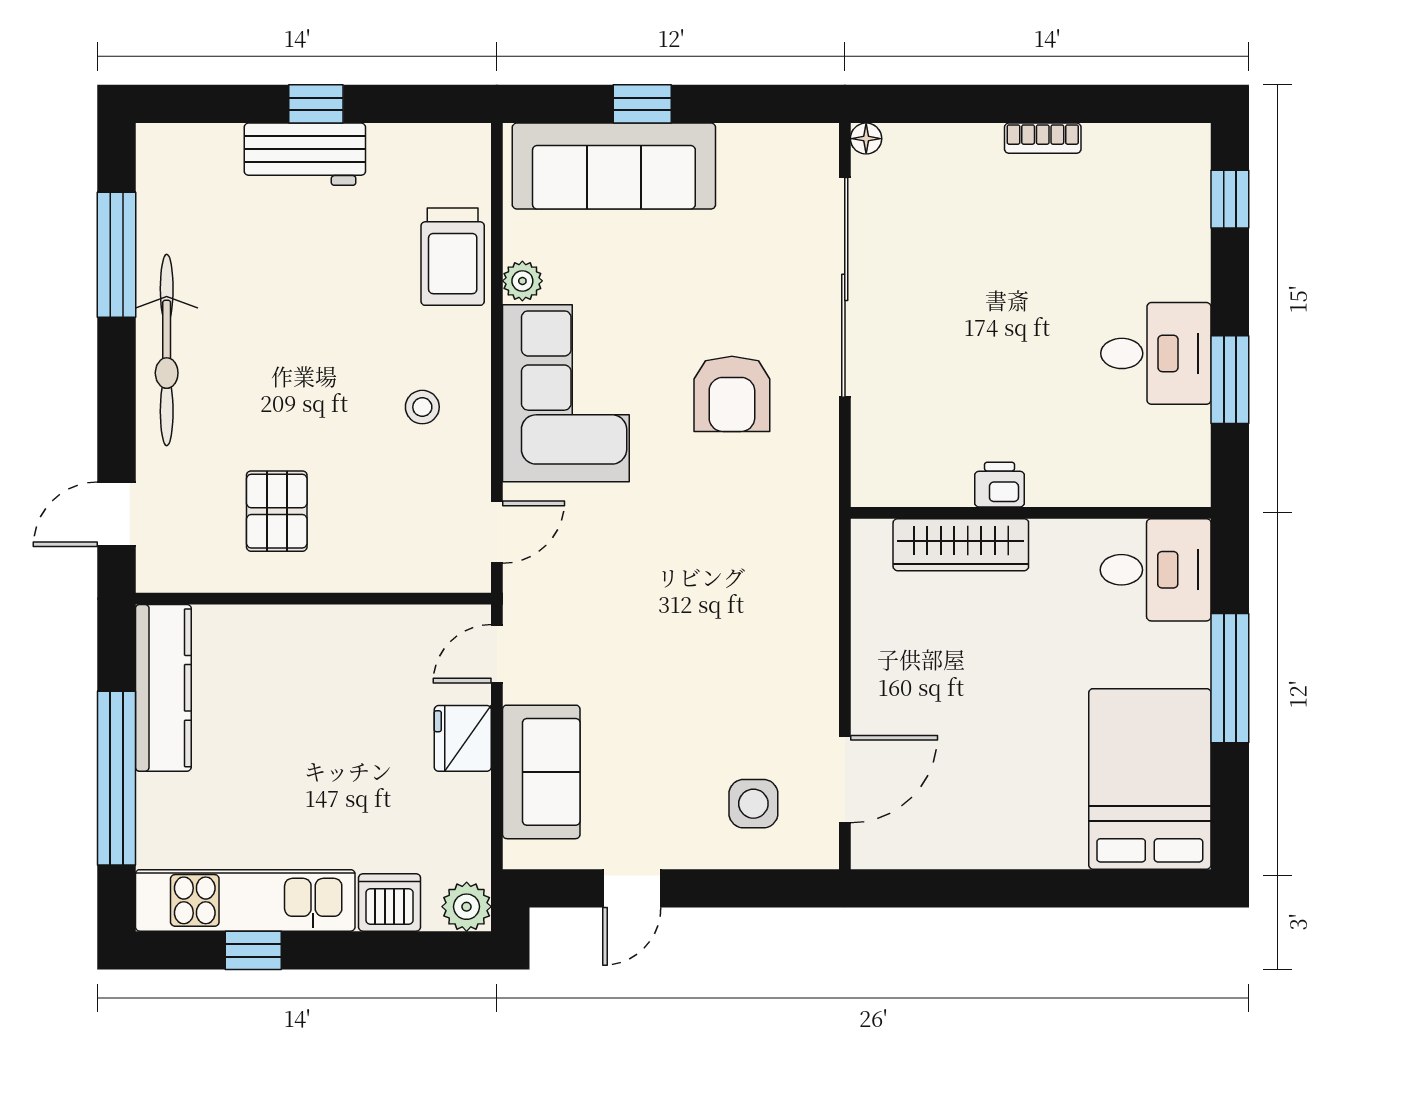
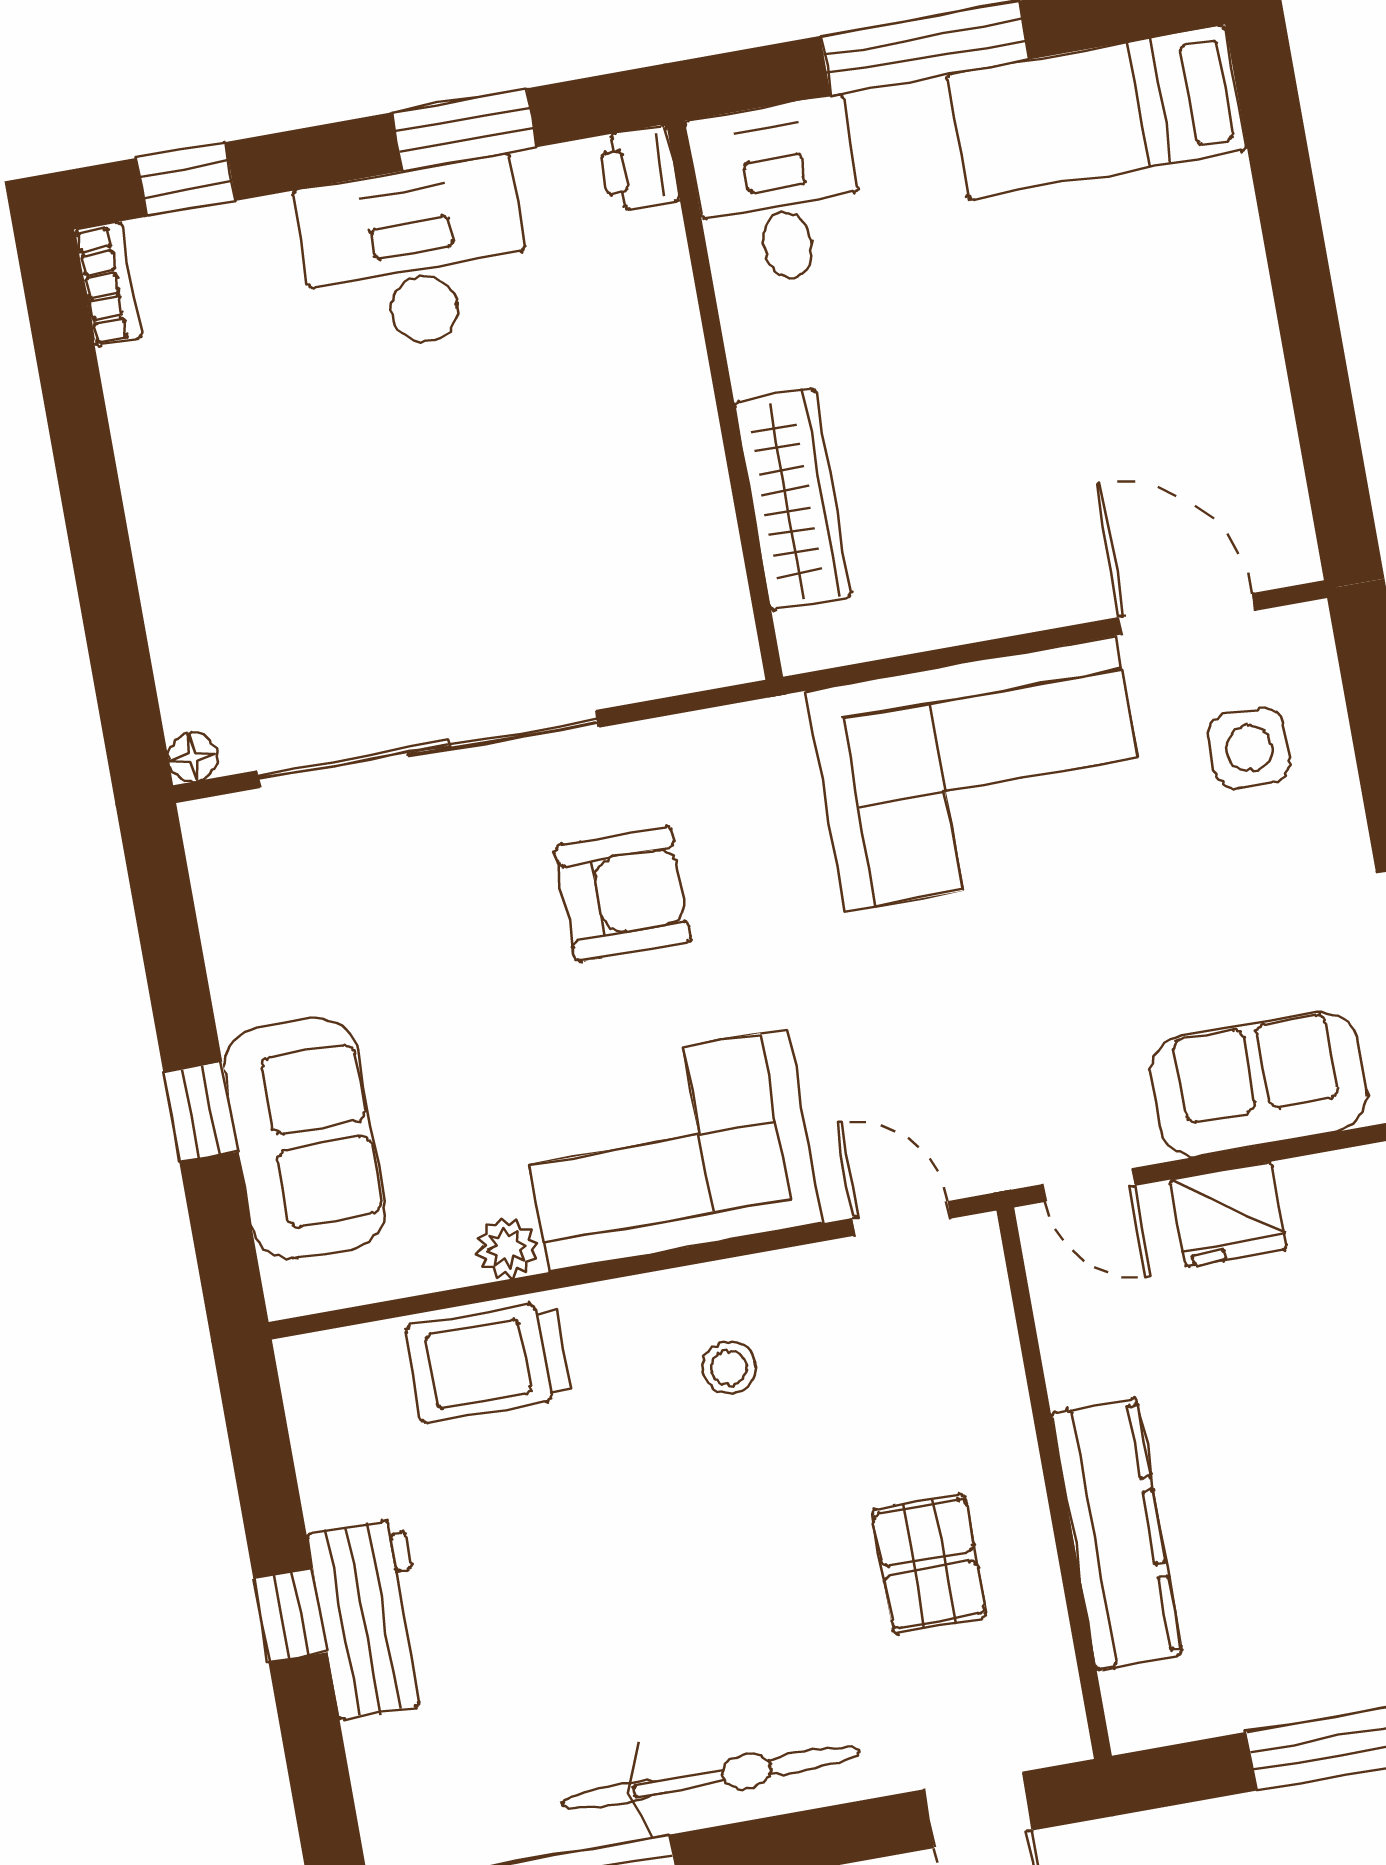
bookcase: (1043, 138) -> (108, 284), moved
sofa: (614, 166) -> (304, 1138), width x0.73
trolley: (453, 257) -> (489, 1362), turned 180
desk: (1156, 353) -> (415, 256), width x1.37
printer: (999, 485) -> (639, 168), moved
pallet: (277, 511) -> (929, 1564), turned 90
corner sofa: (767, 632) -> (980, 774), added
kitchen counter: (163, 688) -> (1117, 1534), moved, turned 90
bed: (1150, 779) -> (1097, 112), width x0.67

